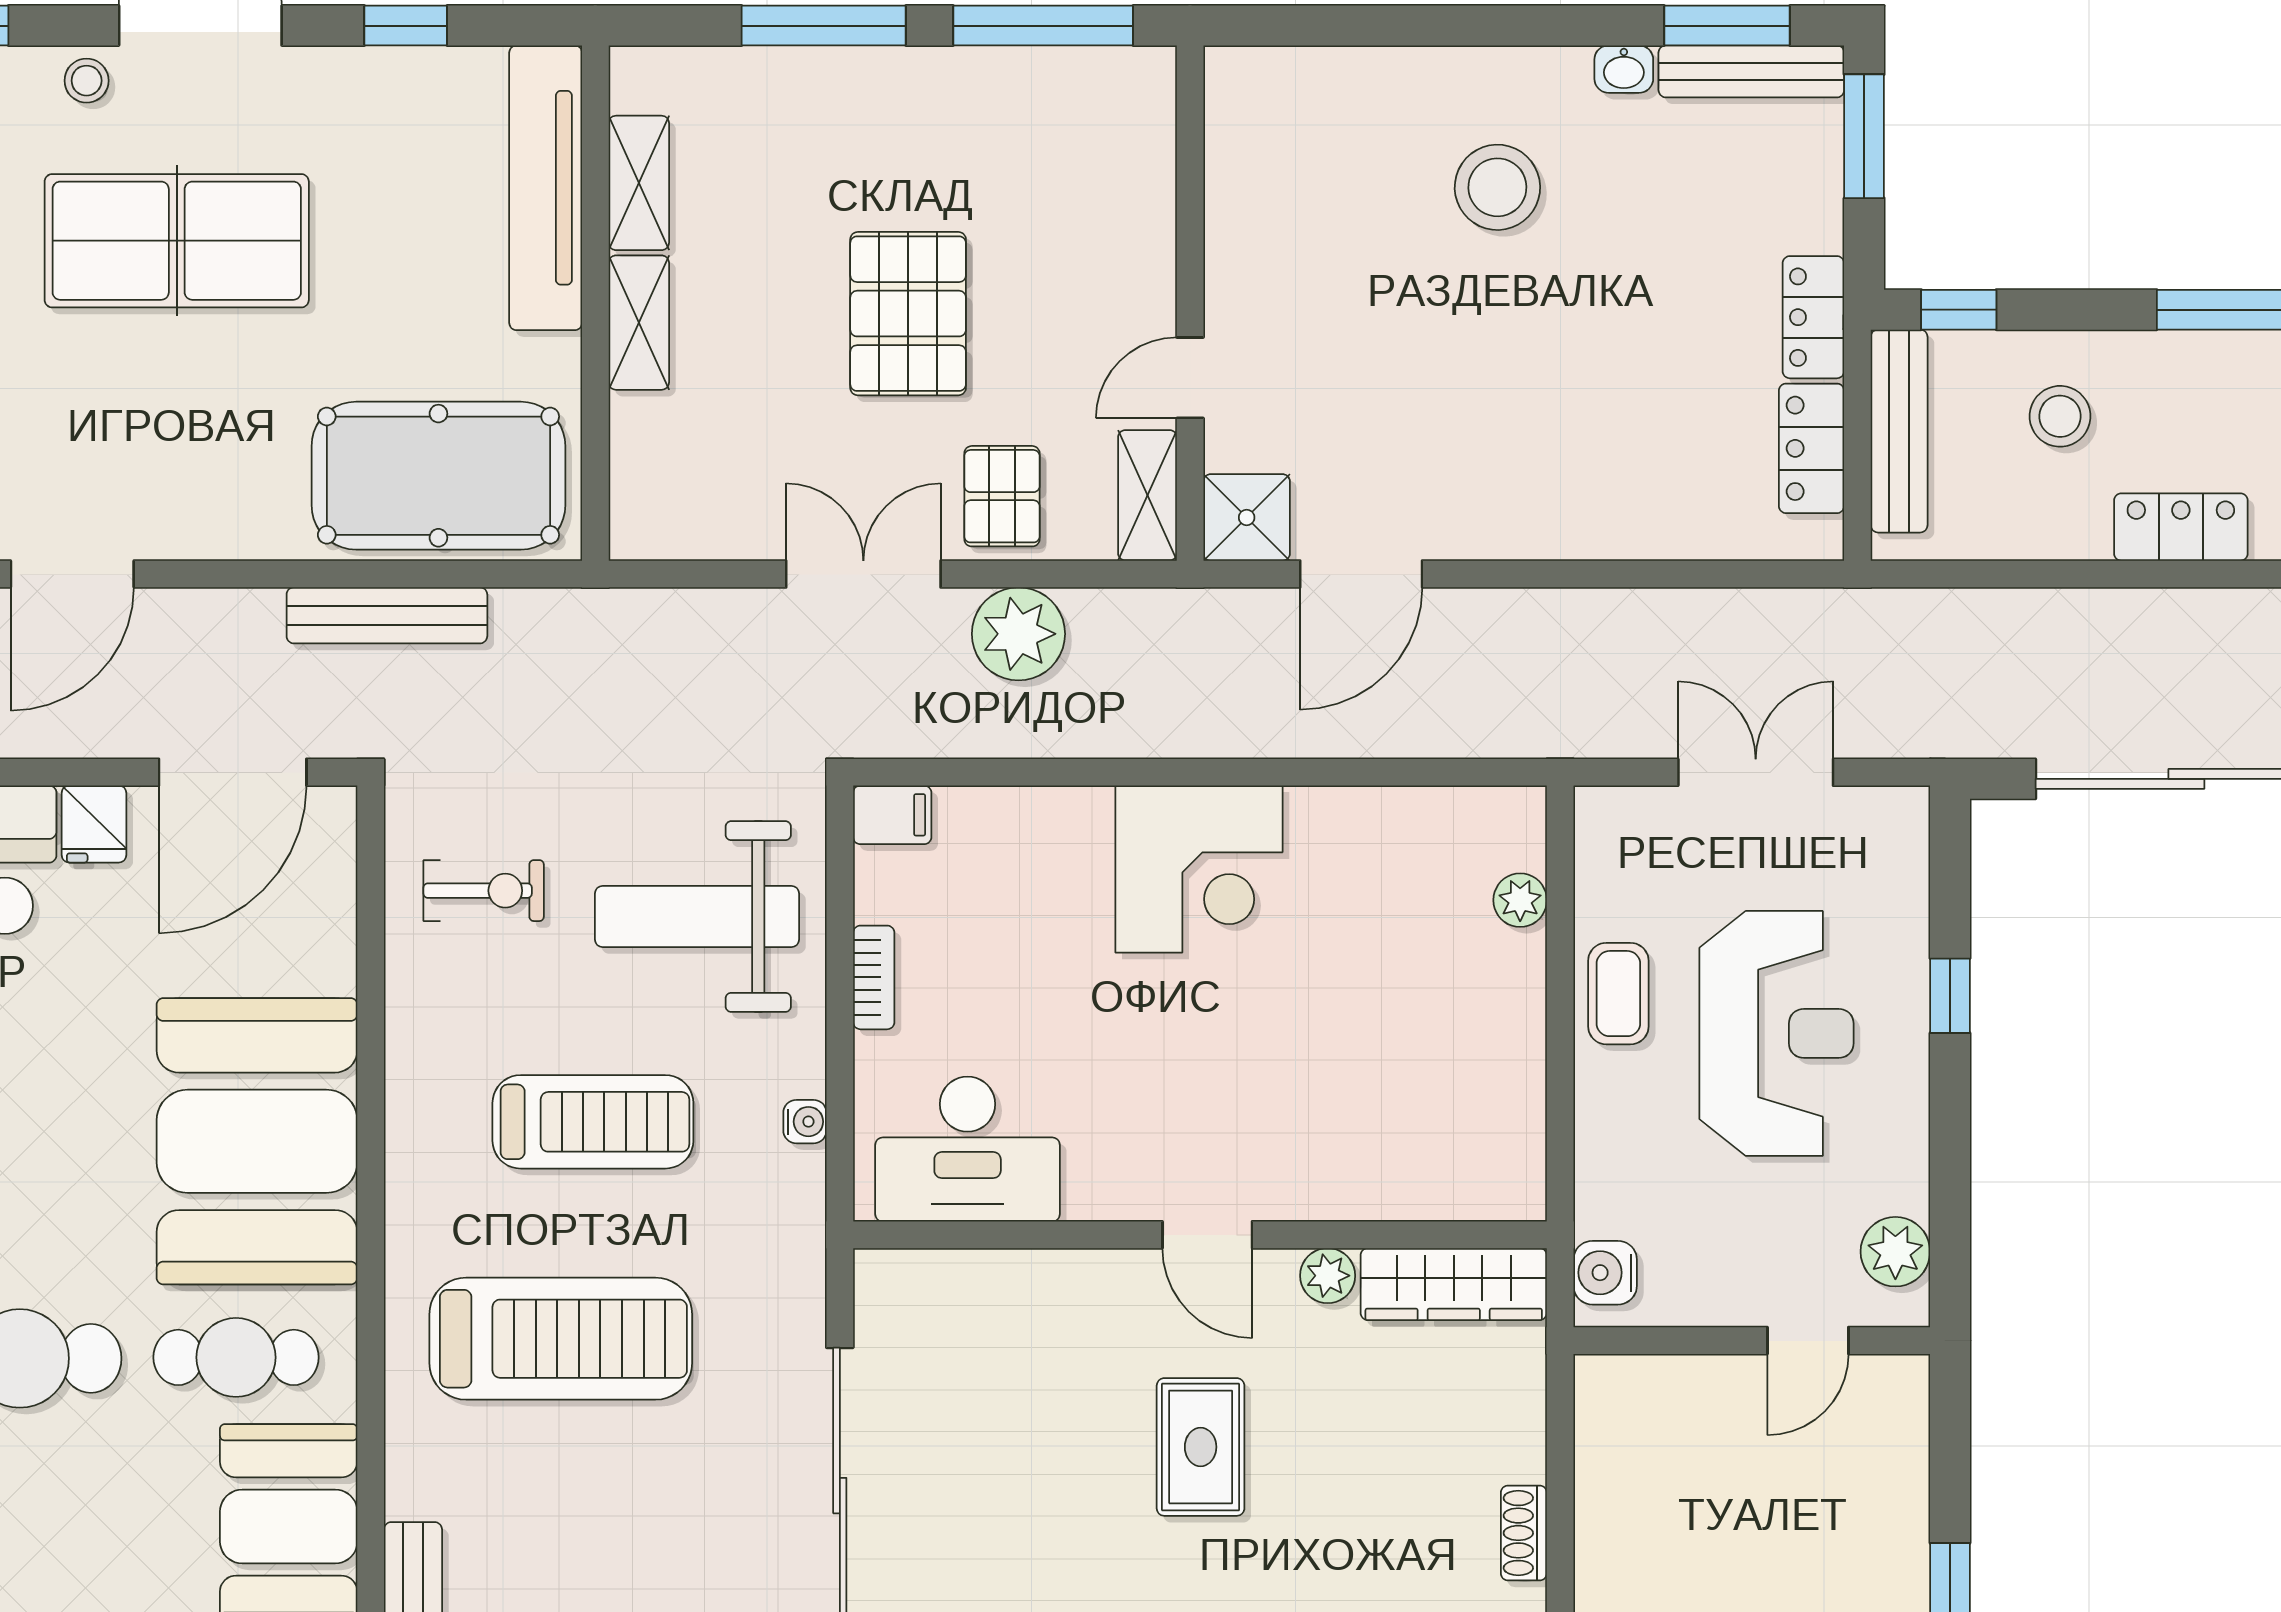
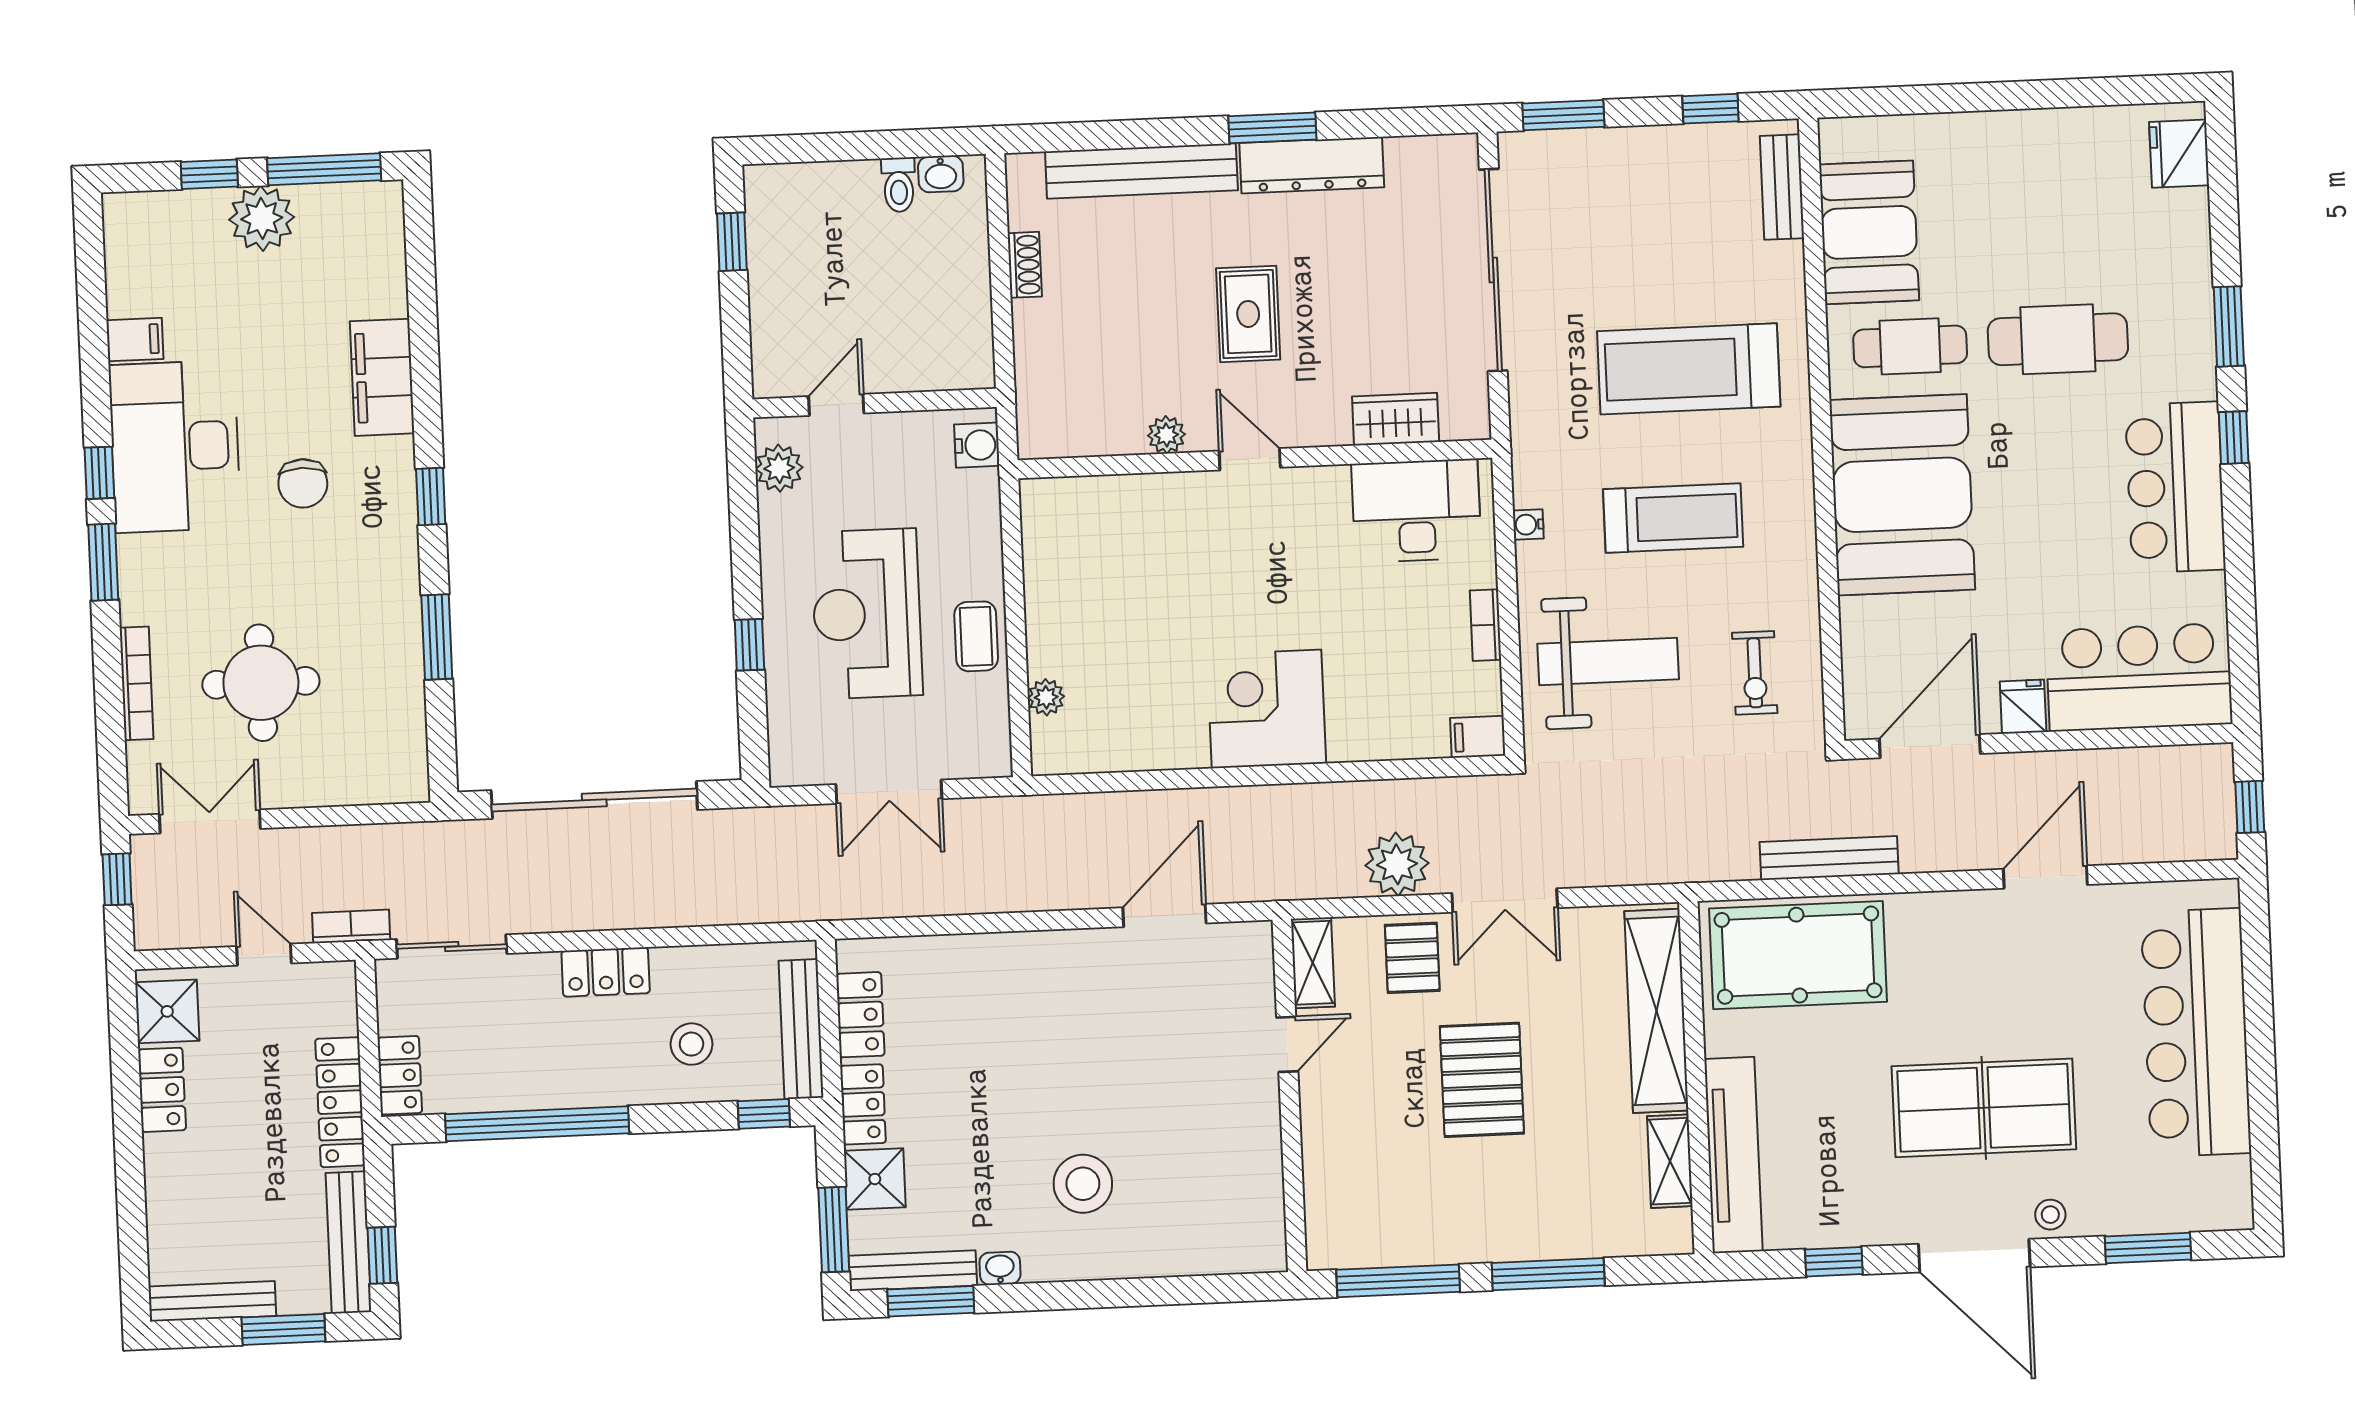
shelving: (639, 323) -> (1656, 1011), width x2.20, depth x1.33
shower: (1247, 517) -> (875, 1179), moved
exercise bike: (484, 891) -> (1755, 673), turned -90
treadmill: (593, 1122) -> (1673, 518), turned 180
wardrobe: (1454, 1284) -> (1396, 419), moved, width x0.67

